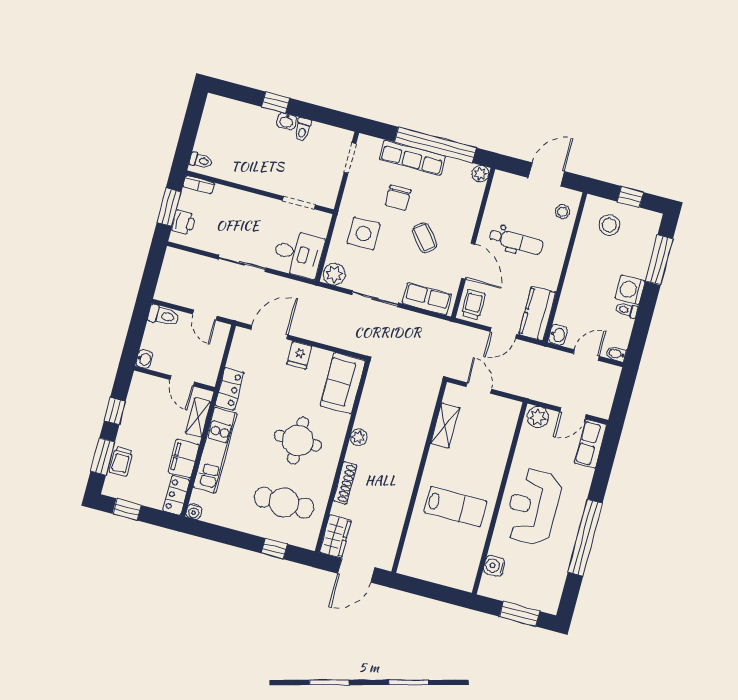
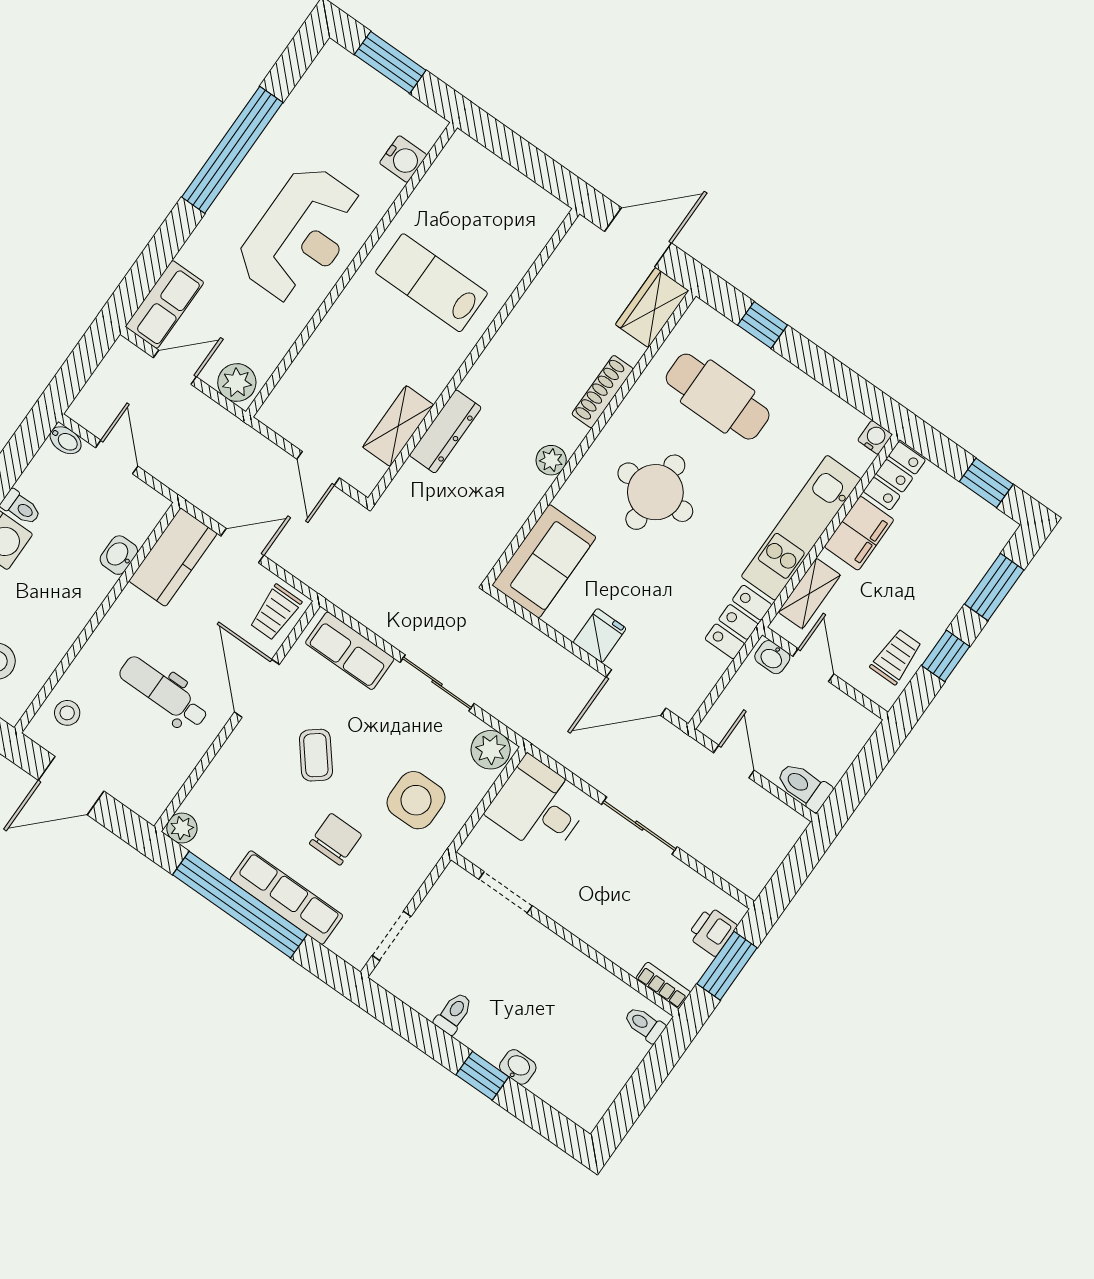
washbasin: (287, 121) -> (518, 1067), moved
washbasin: (558, 335) -> (119, 555), moved
door: (586, 355) -> (117, 457), swing flipped
washbasin: (144, 359) -> (772, 657), moved, turned -90
dresser: (419, 432) -> (445, 431), added
trolley: (121, 461) -> (896, 657), moved

